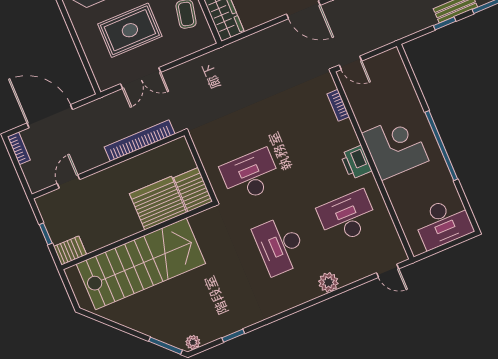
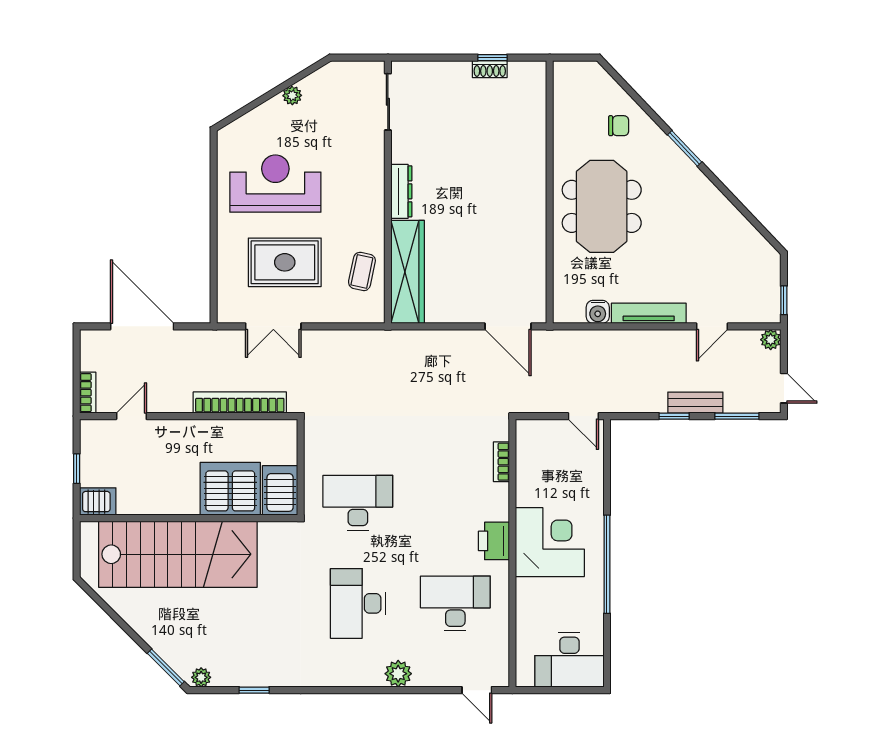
door: (350, 63) -> (583, 416), moved
bookcase: (19, 148) -> (88, 393), moved

